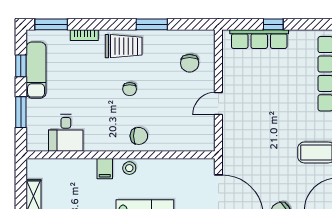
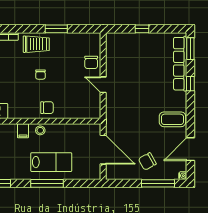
row of seats: (259, 39) -> (132, 39), removed
chair: (190, 63) -> (91, 62), moved
door: (218, 103) -> (103, 85), hinge flipped

